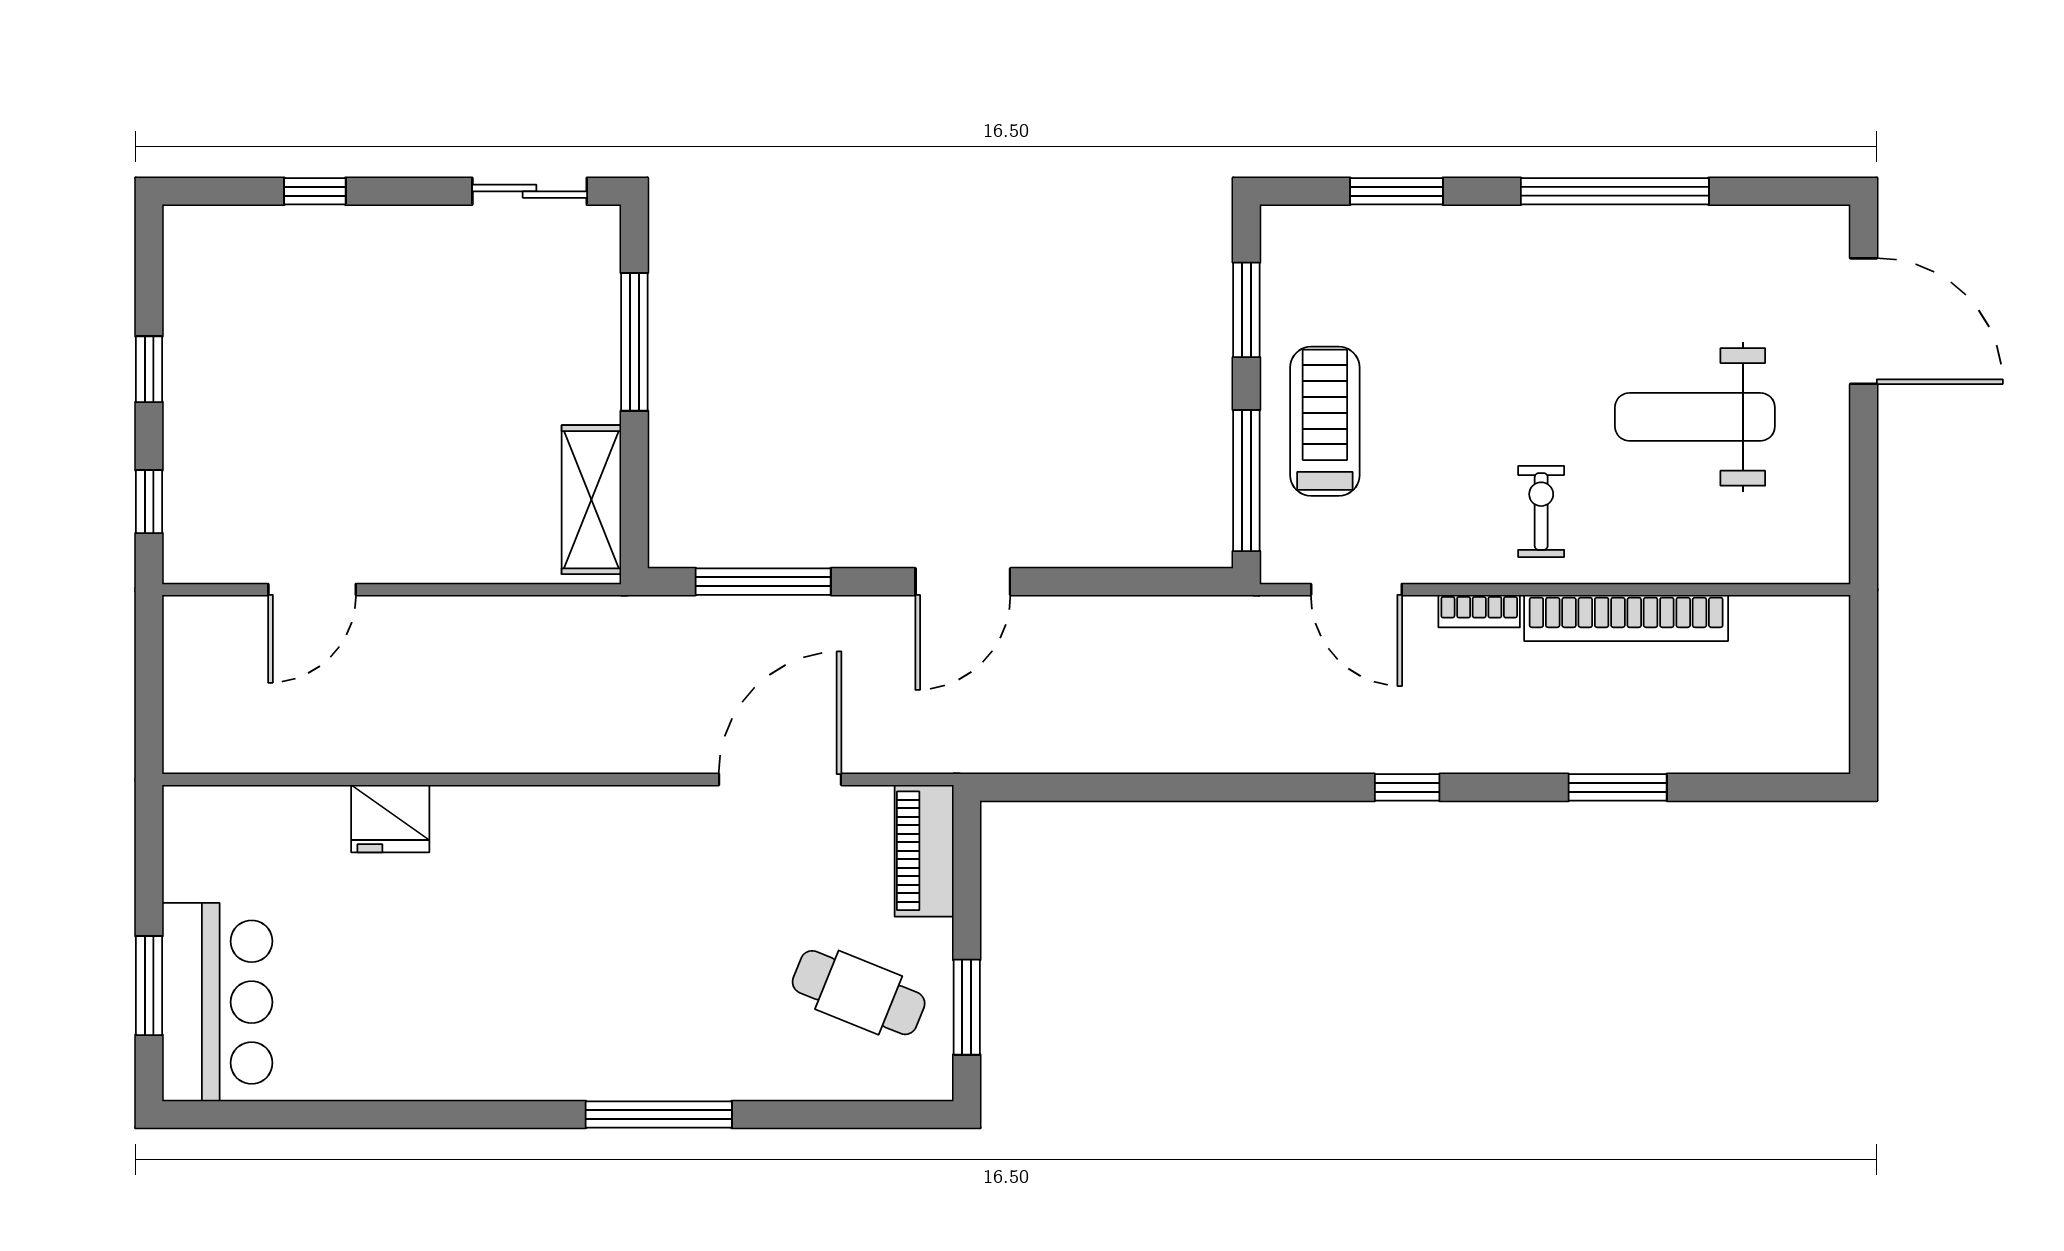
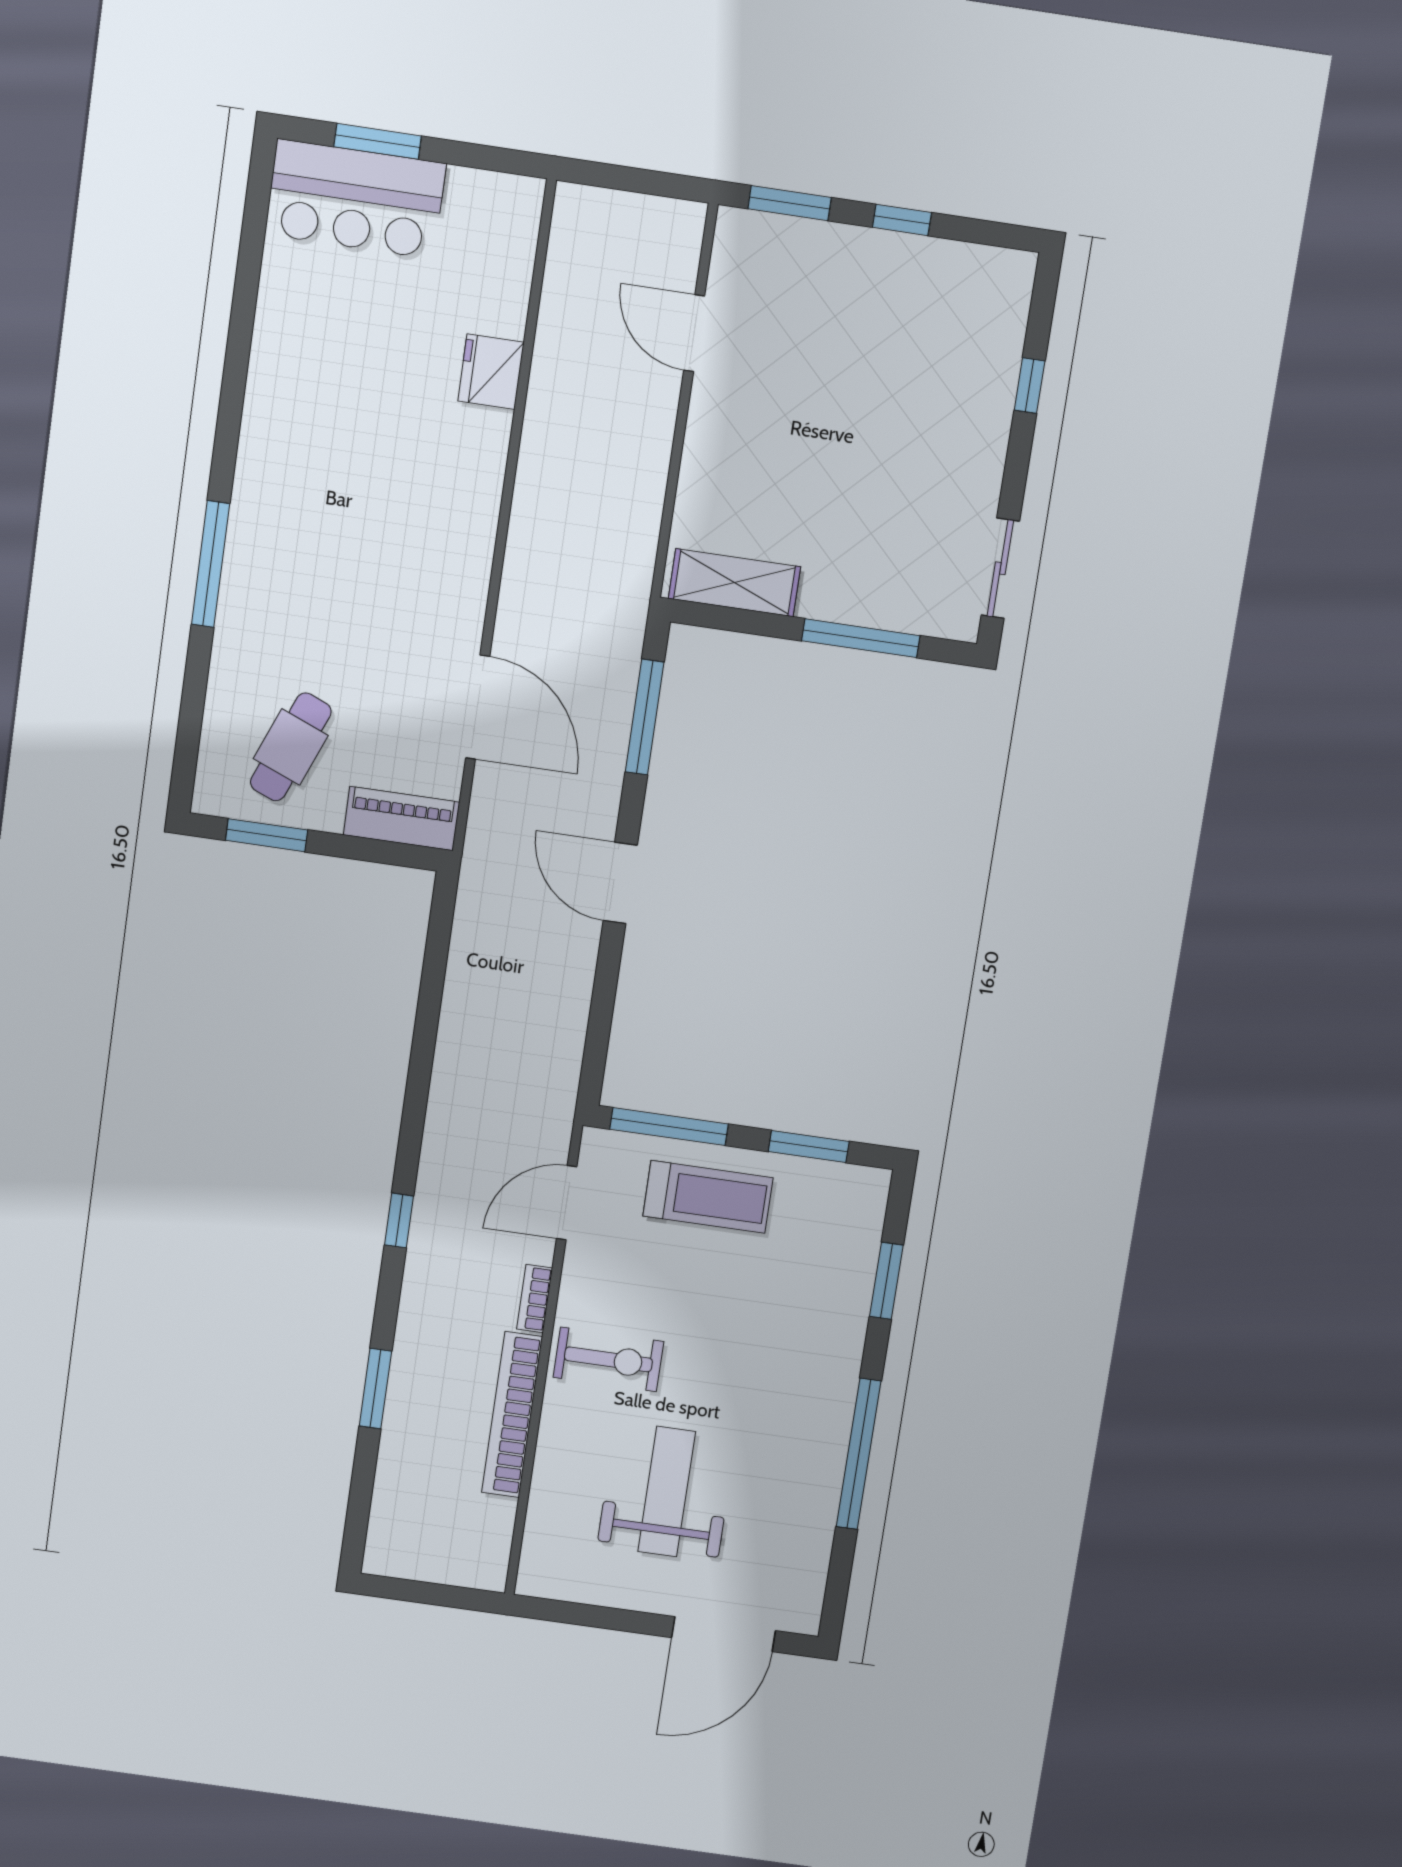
window: (149, 502) -> (790, 203), width x1.50
exercise bike: (1541, 511) -> (608, 1359), width x1.38, depth x1.39

